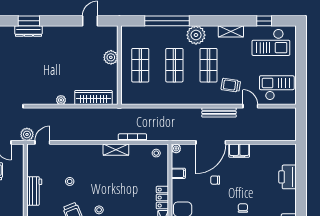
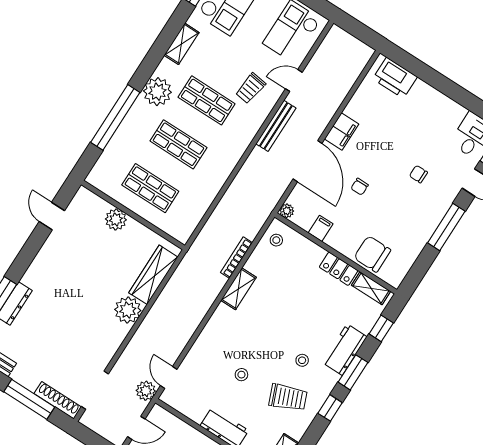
plant: (61, 100) -> (128, 310), width x1.87, depth x1.87
printer: (288, 177) -> (395, 78), moved

